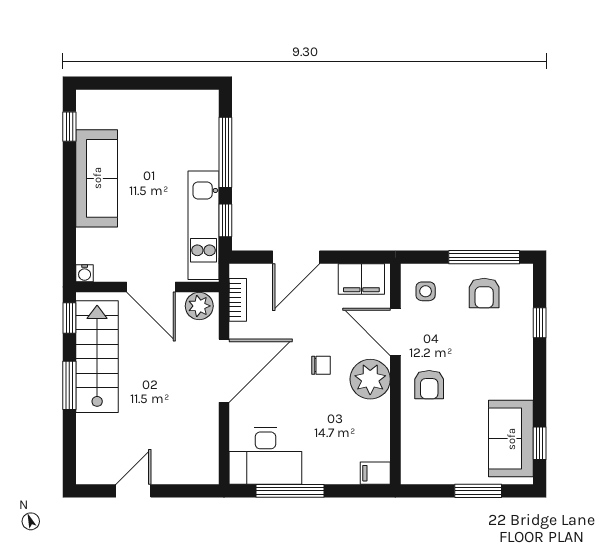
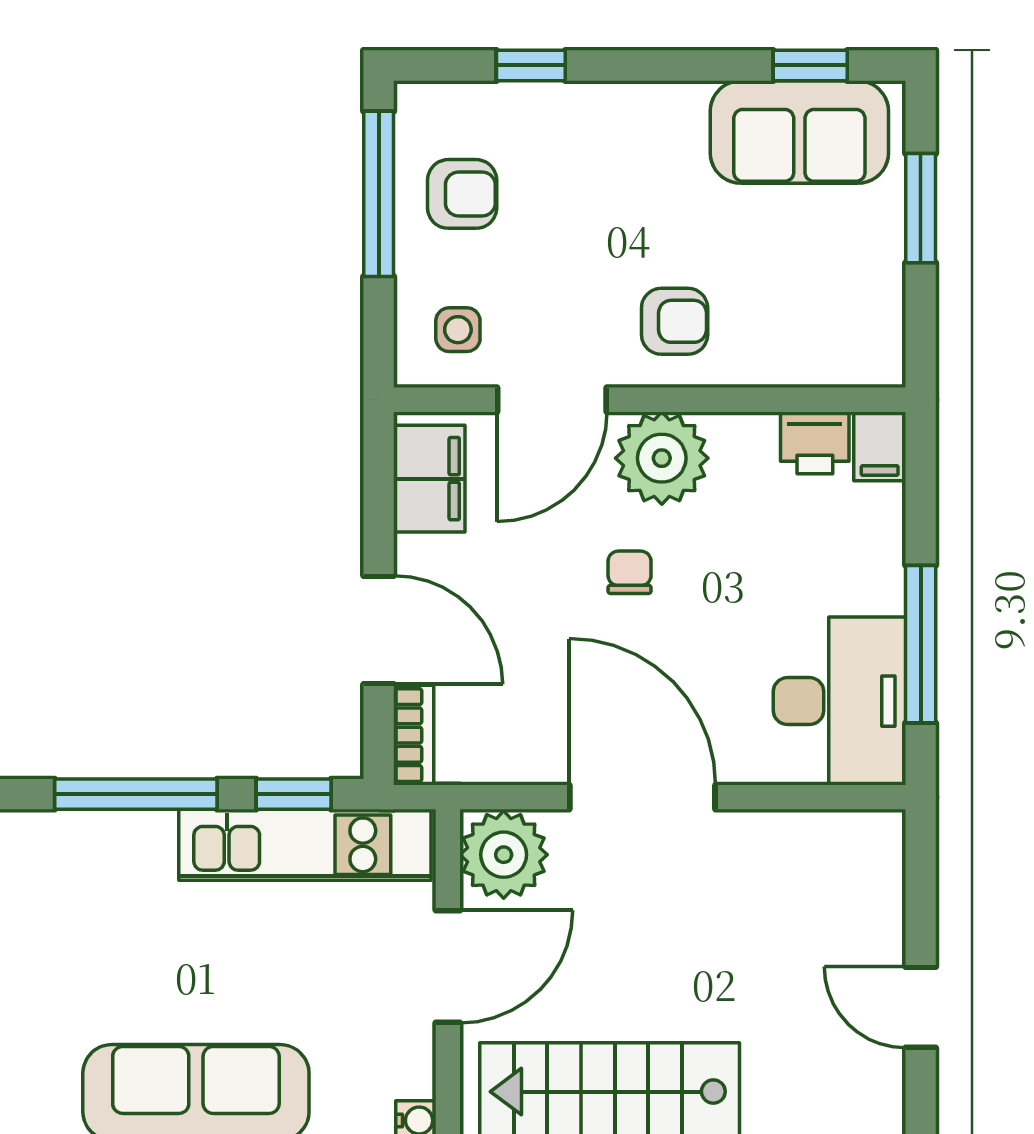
bookcase: (238, 300) -> (414, 735), moved, turned 90
plant: (199, 306) -> (504, 855), width x1.36, depth x1.36
printer: (377, 445) -> (815, 443), added

